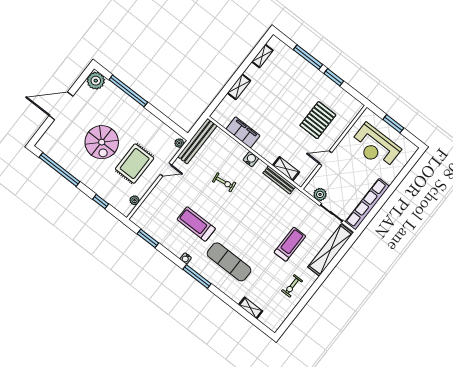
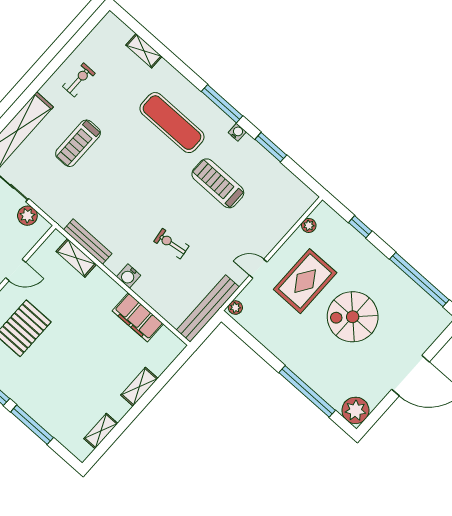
spiral stairs: (102, 142) -> (353, 317), turned -90
treadmill: (196, 224) -> (218, 183), turned 180
window: (148, 238) -> (271, 147), moved

